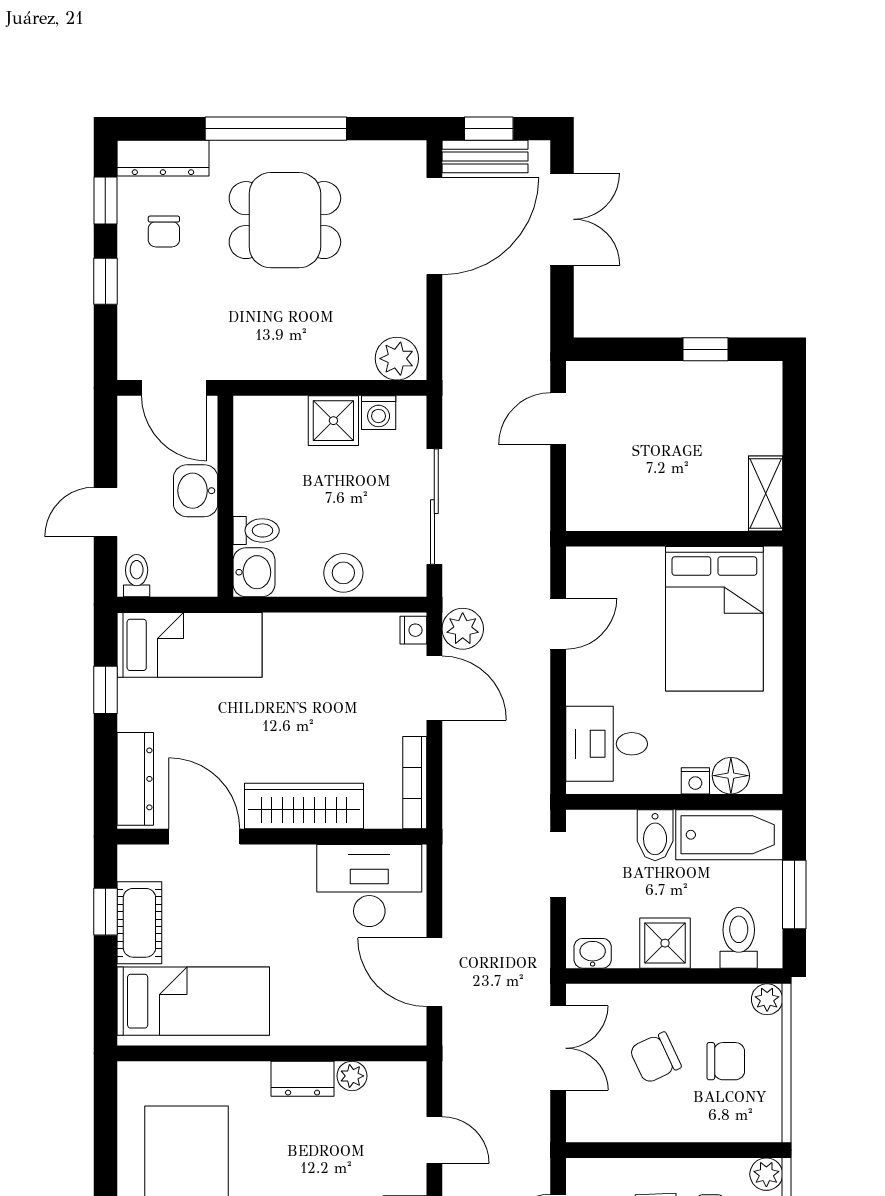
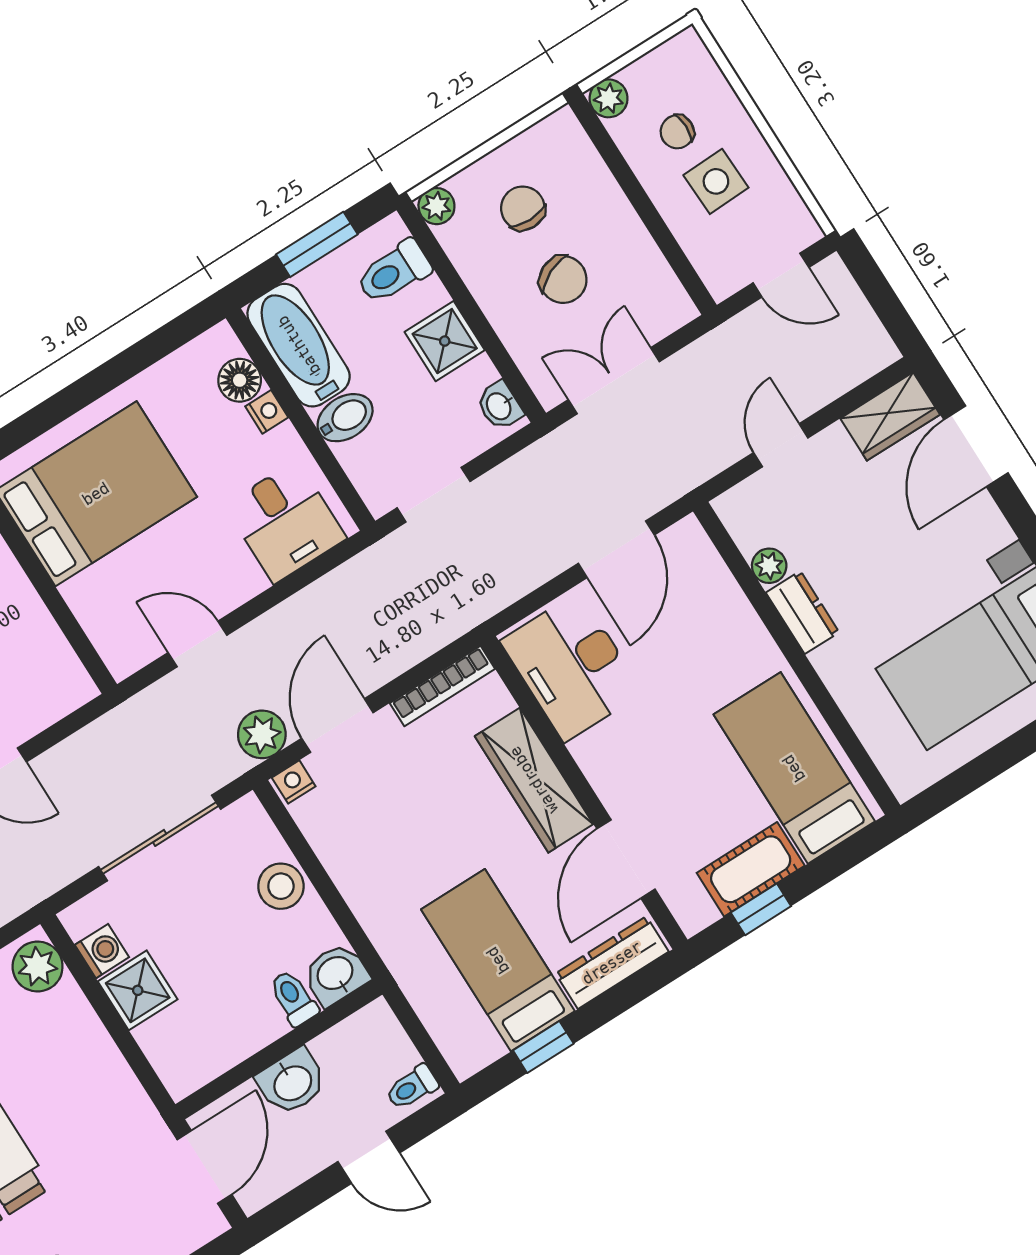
bed: (190, 645) -> (498, 960), moved

